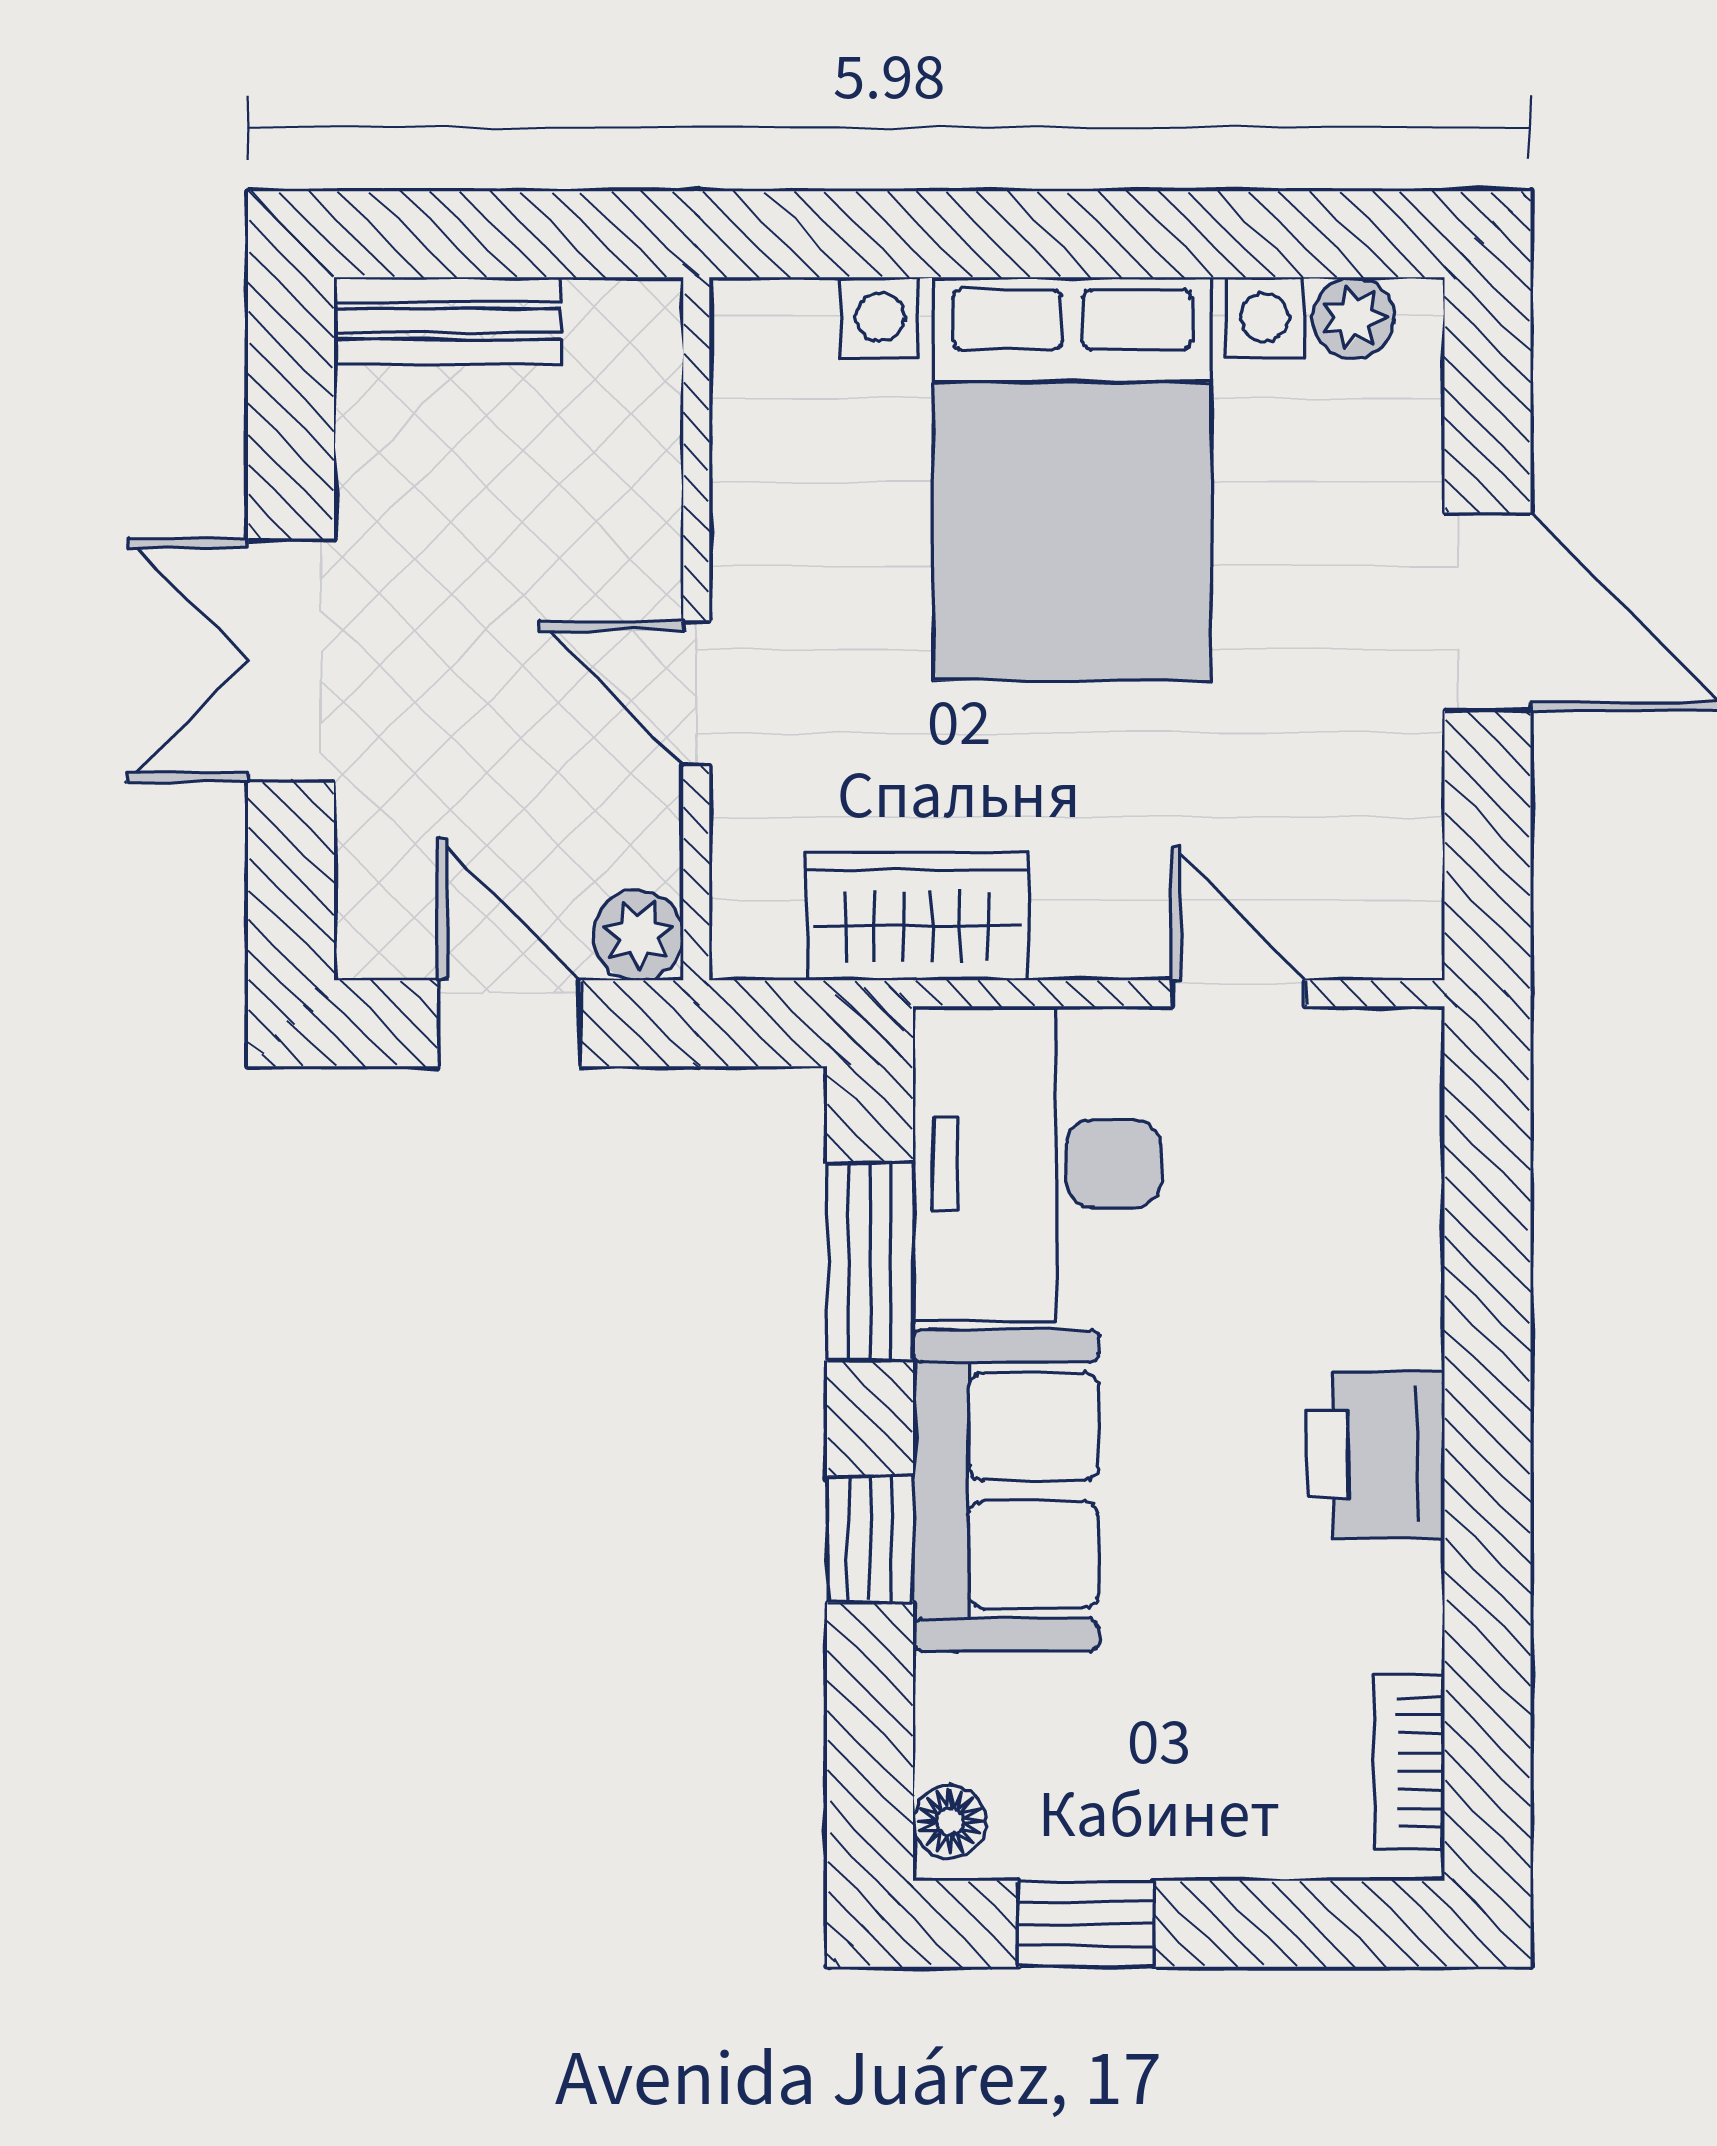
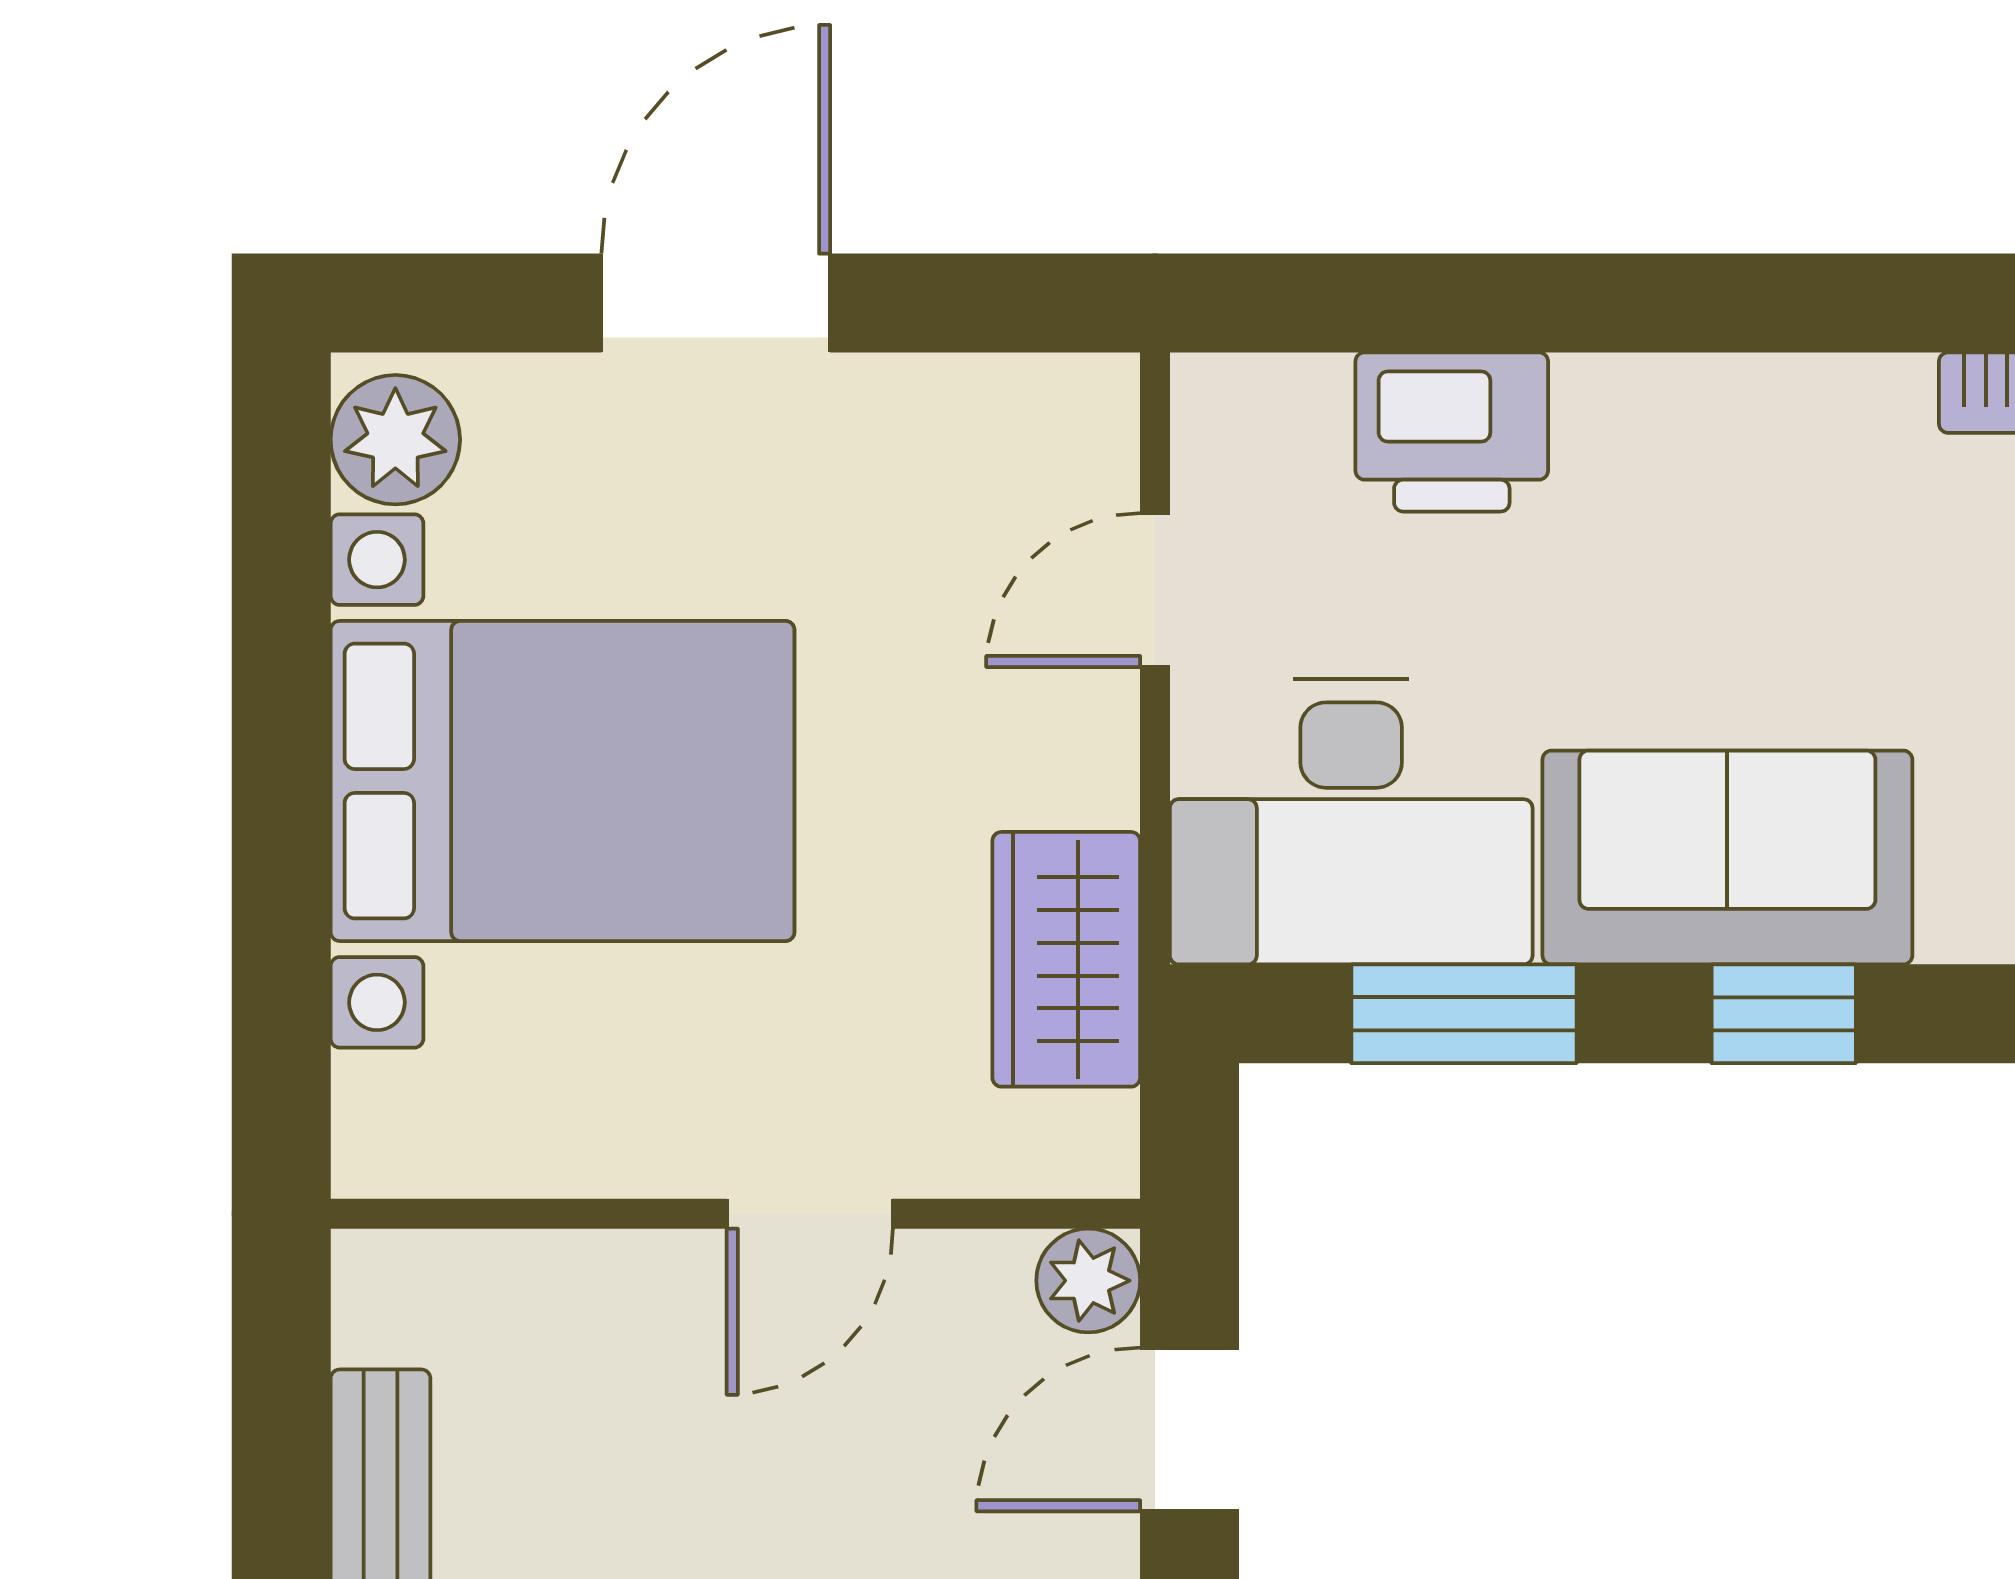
plant: (1353, 318) -> (395, 440), width x1.38, depth x1.38
printer: (1375, 1455) -> (1452, 432), moved

